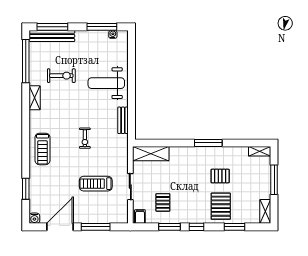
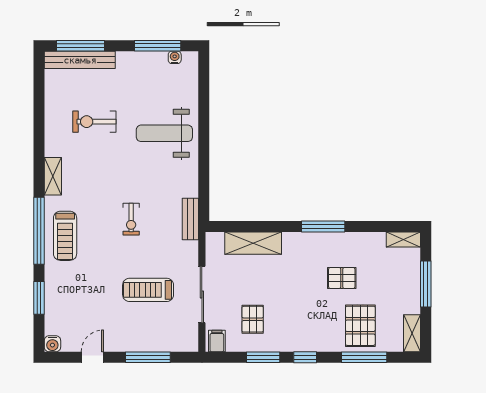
window: (26, 61) -> (39, 231), moved
exercise bike: (61, 76) -> (94, 122), turned 180
shelving: (35, 98) -> (53, 176), moved
bench: (123, 120) -> (190, 219), moved
shelving: (151, 154) -> (253, 243), moved
sliding door: (130, 187) -> (202, 294), width x1.37
pallet: (221, 206) -> (360, 326), moved
door: (60, 227) -> (92, 357), width x0.53
window: (234, 227) -> (364, 357), width x1.44

